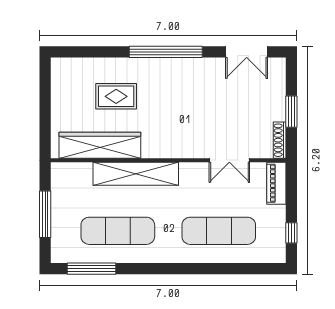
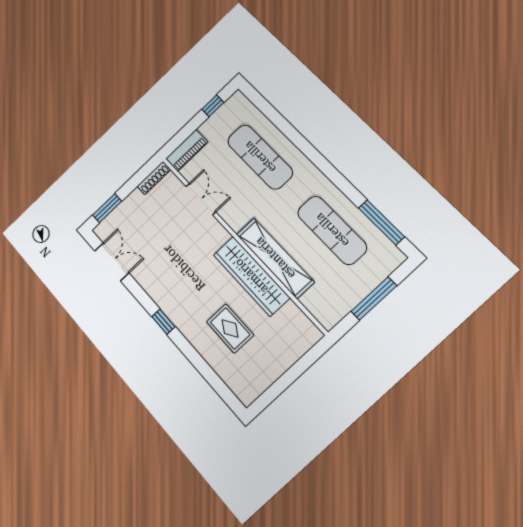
window: (166, 52) -> (163, 322), width x0.32
window: (291, 112) -> (107, 208), moved
wardrobe: (100, 145) -> (251, 276), moved

